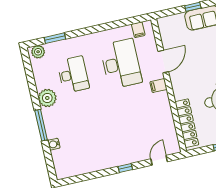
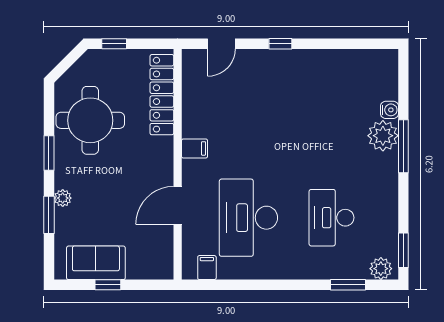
window: (27, 65) -> (403, 250), added
filing cabinet: (158, 86) -> (195, 148), moved
plant: (47, 98) -> (383, 136), moved

